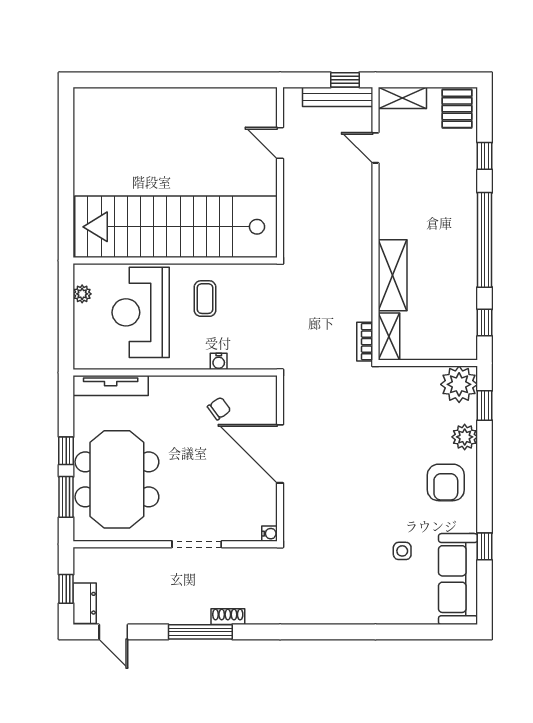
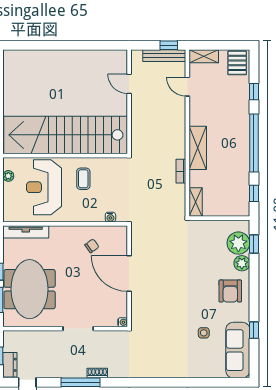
shelving: (393, 275) -> (198, 148), moved
bookcase: (365, 342) -> (181, 171), moved
water cooler: (219, 361) -> (110, 217), moved
plant: (459, 384) -> (238, 243), moved

